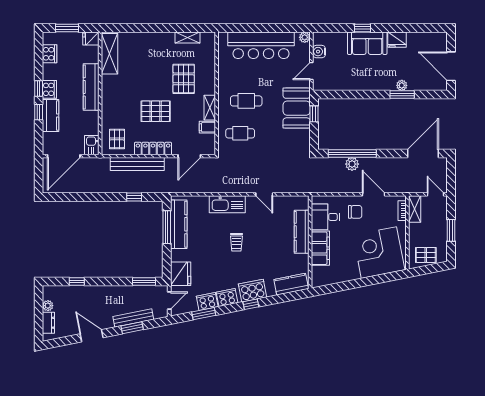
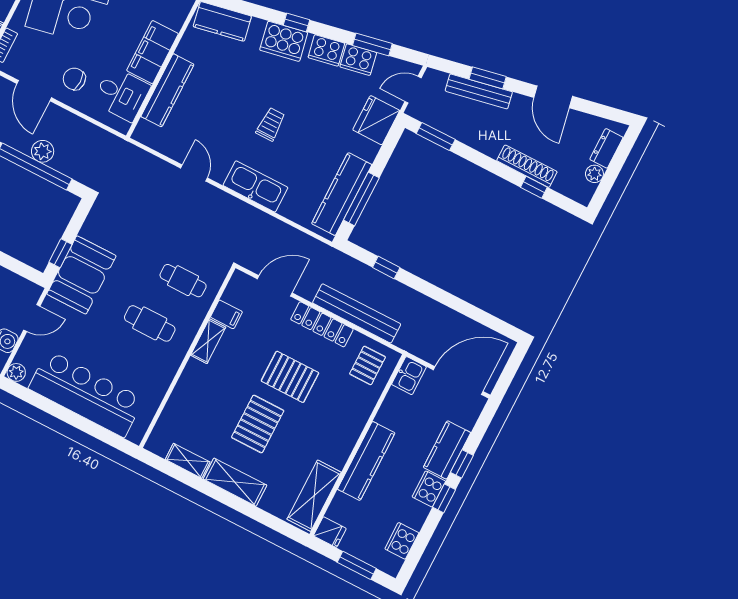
shelving: (156, 39) -> (235, 482), added
pallet: (184, 79) -> (258, 424), moved
shoe rack: (86, 291) -> (527, 166), added

